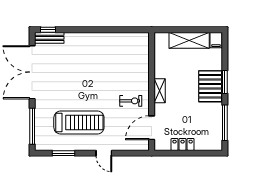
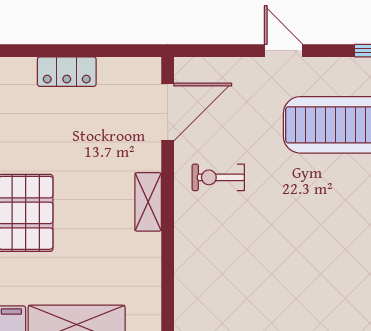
locker: (183, 144) -> (67, 72), moved

